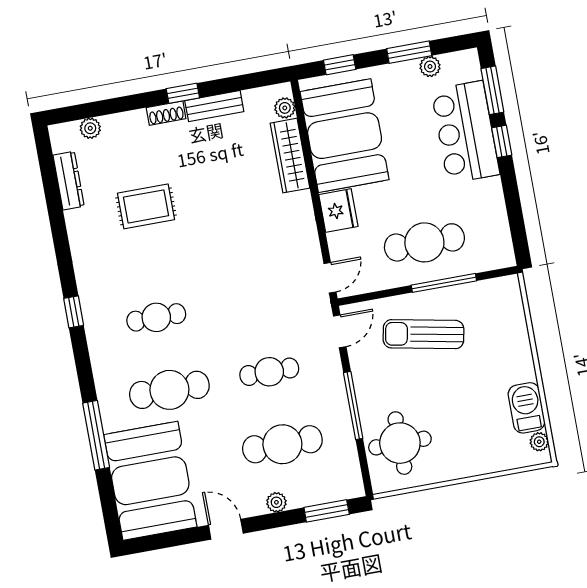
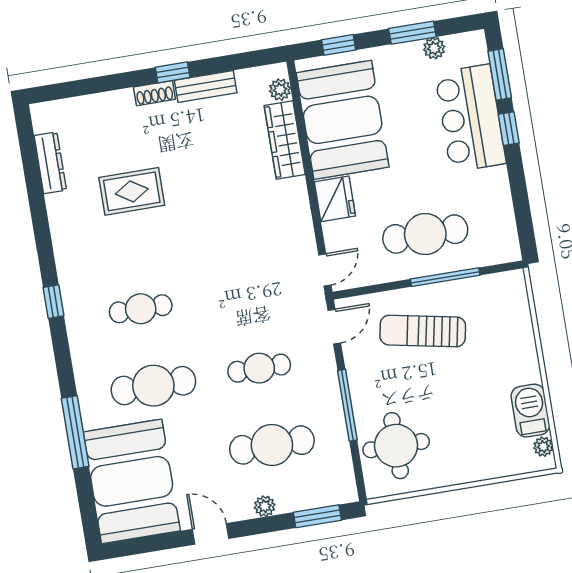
plant: (90, 128) -> (74, 108), removed

